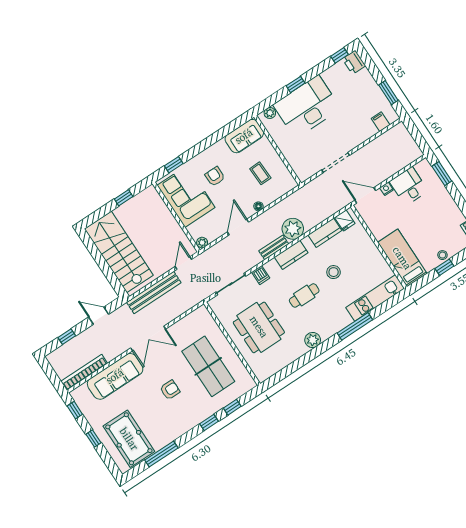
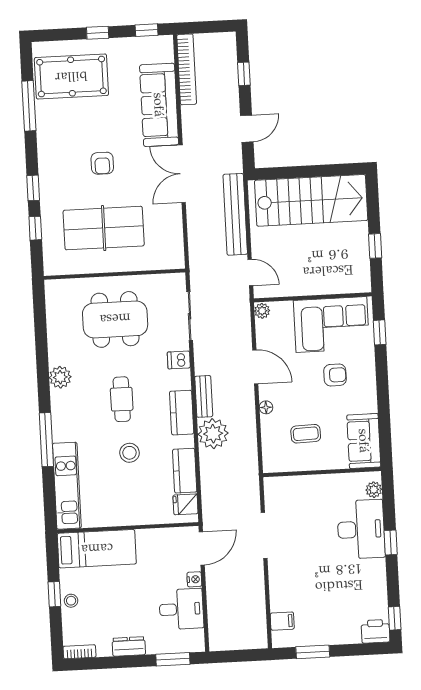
desk: (307, 107) -> (361, 529), width x0.73, depth x0.77
dresser: (450, 204) -> (129, 646), added

